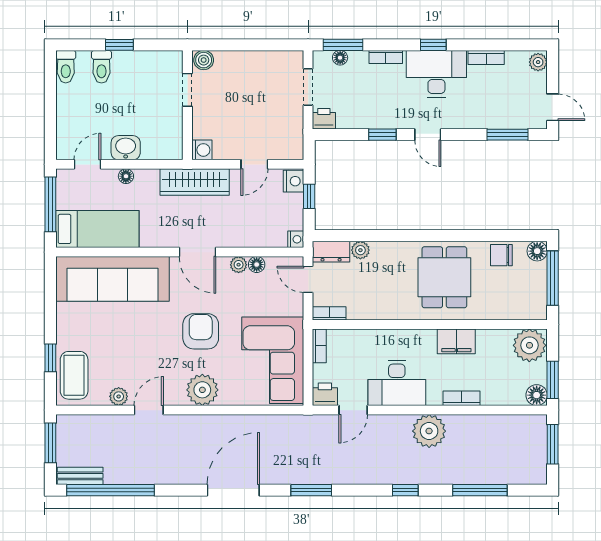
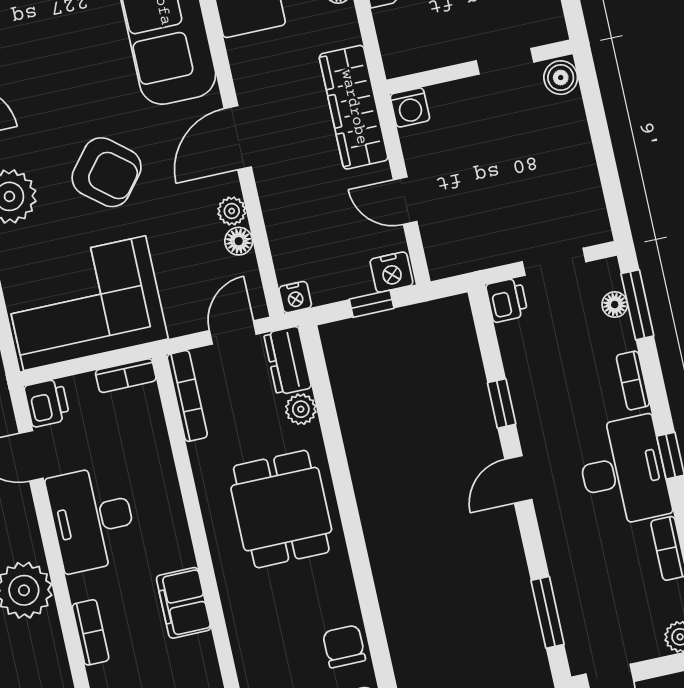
dining table: (444, 277) -> (281, 509), moved, turned 90
bookcase: (329, 313) -> (187, 396), width x1.56
armchair: (201, 331) -> (107, 172), turned 39

